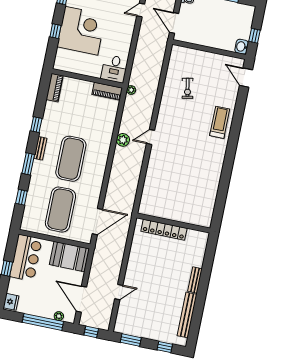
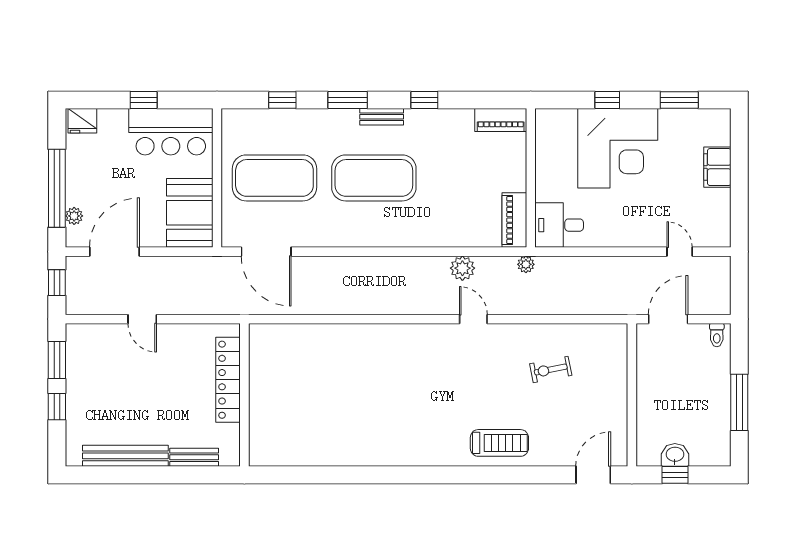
washbasin: (242, 47) -> (675, 455), moved
door: (151, 137) -> (473, 319), moved
plant: (123, 140) -> (462, 268), moved
wall: (173, 223) -> (244, 395), moved
locker: (164, 230) -> (228, 380), moved
window: (165, 347) -> (57, 407), moved

